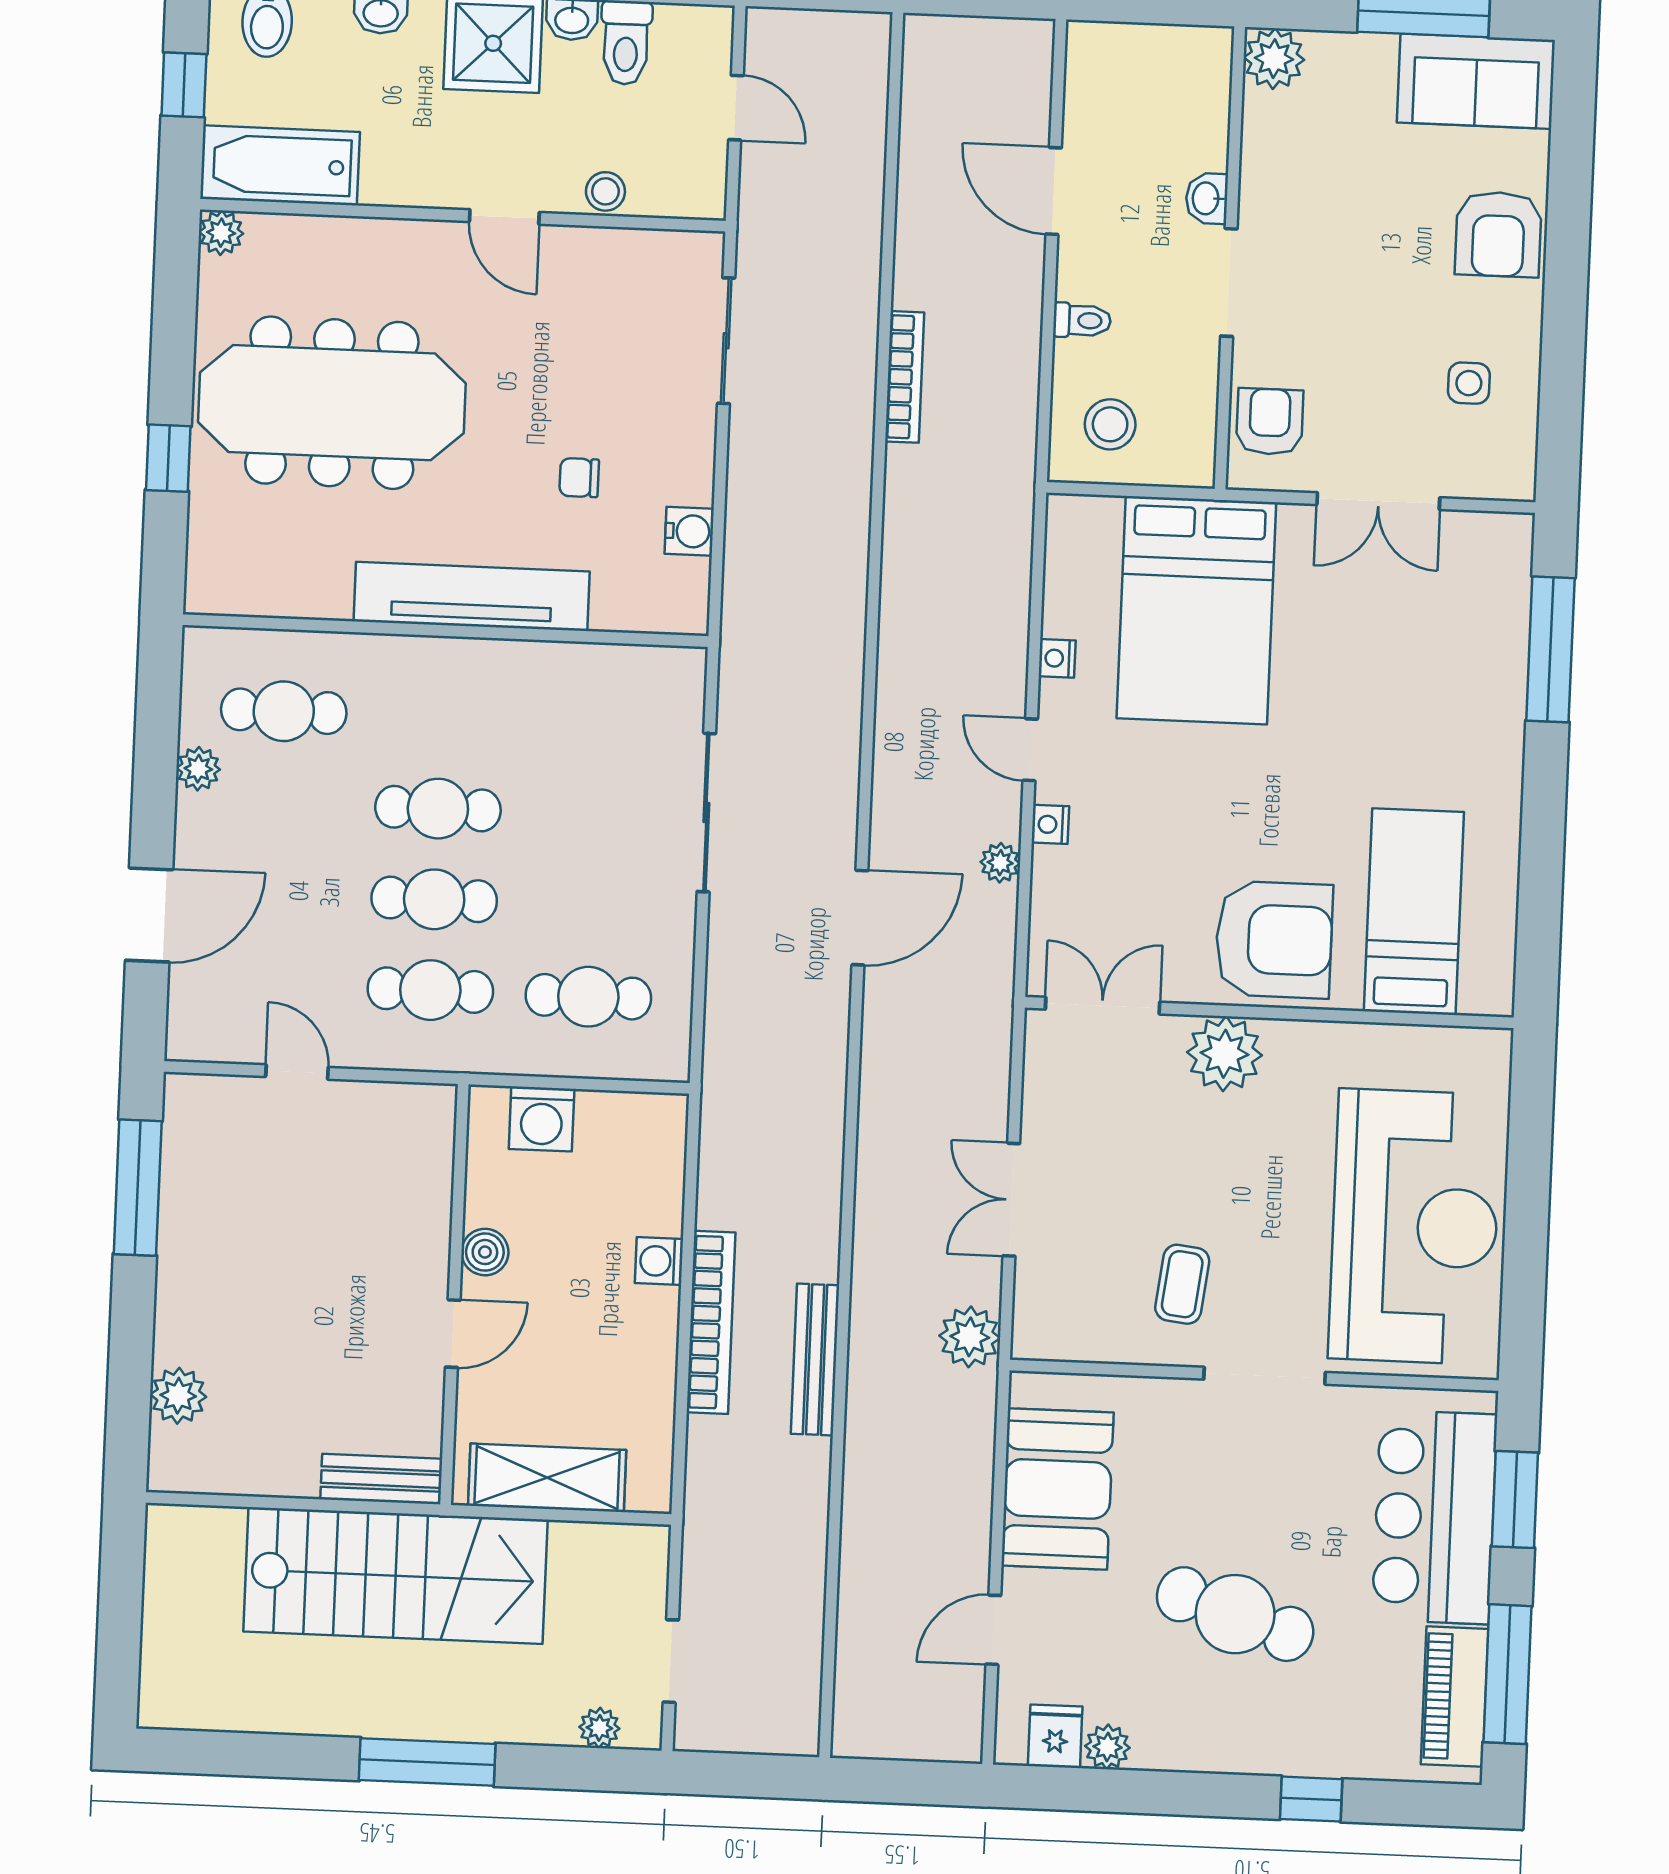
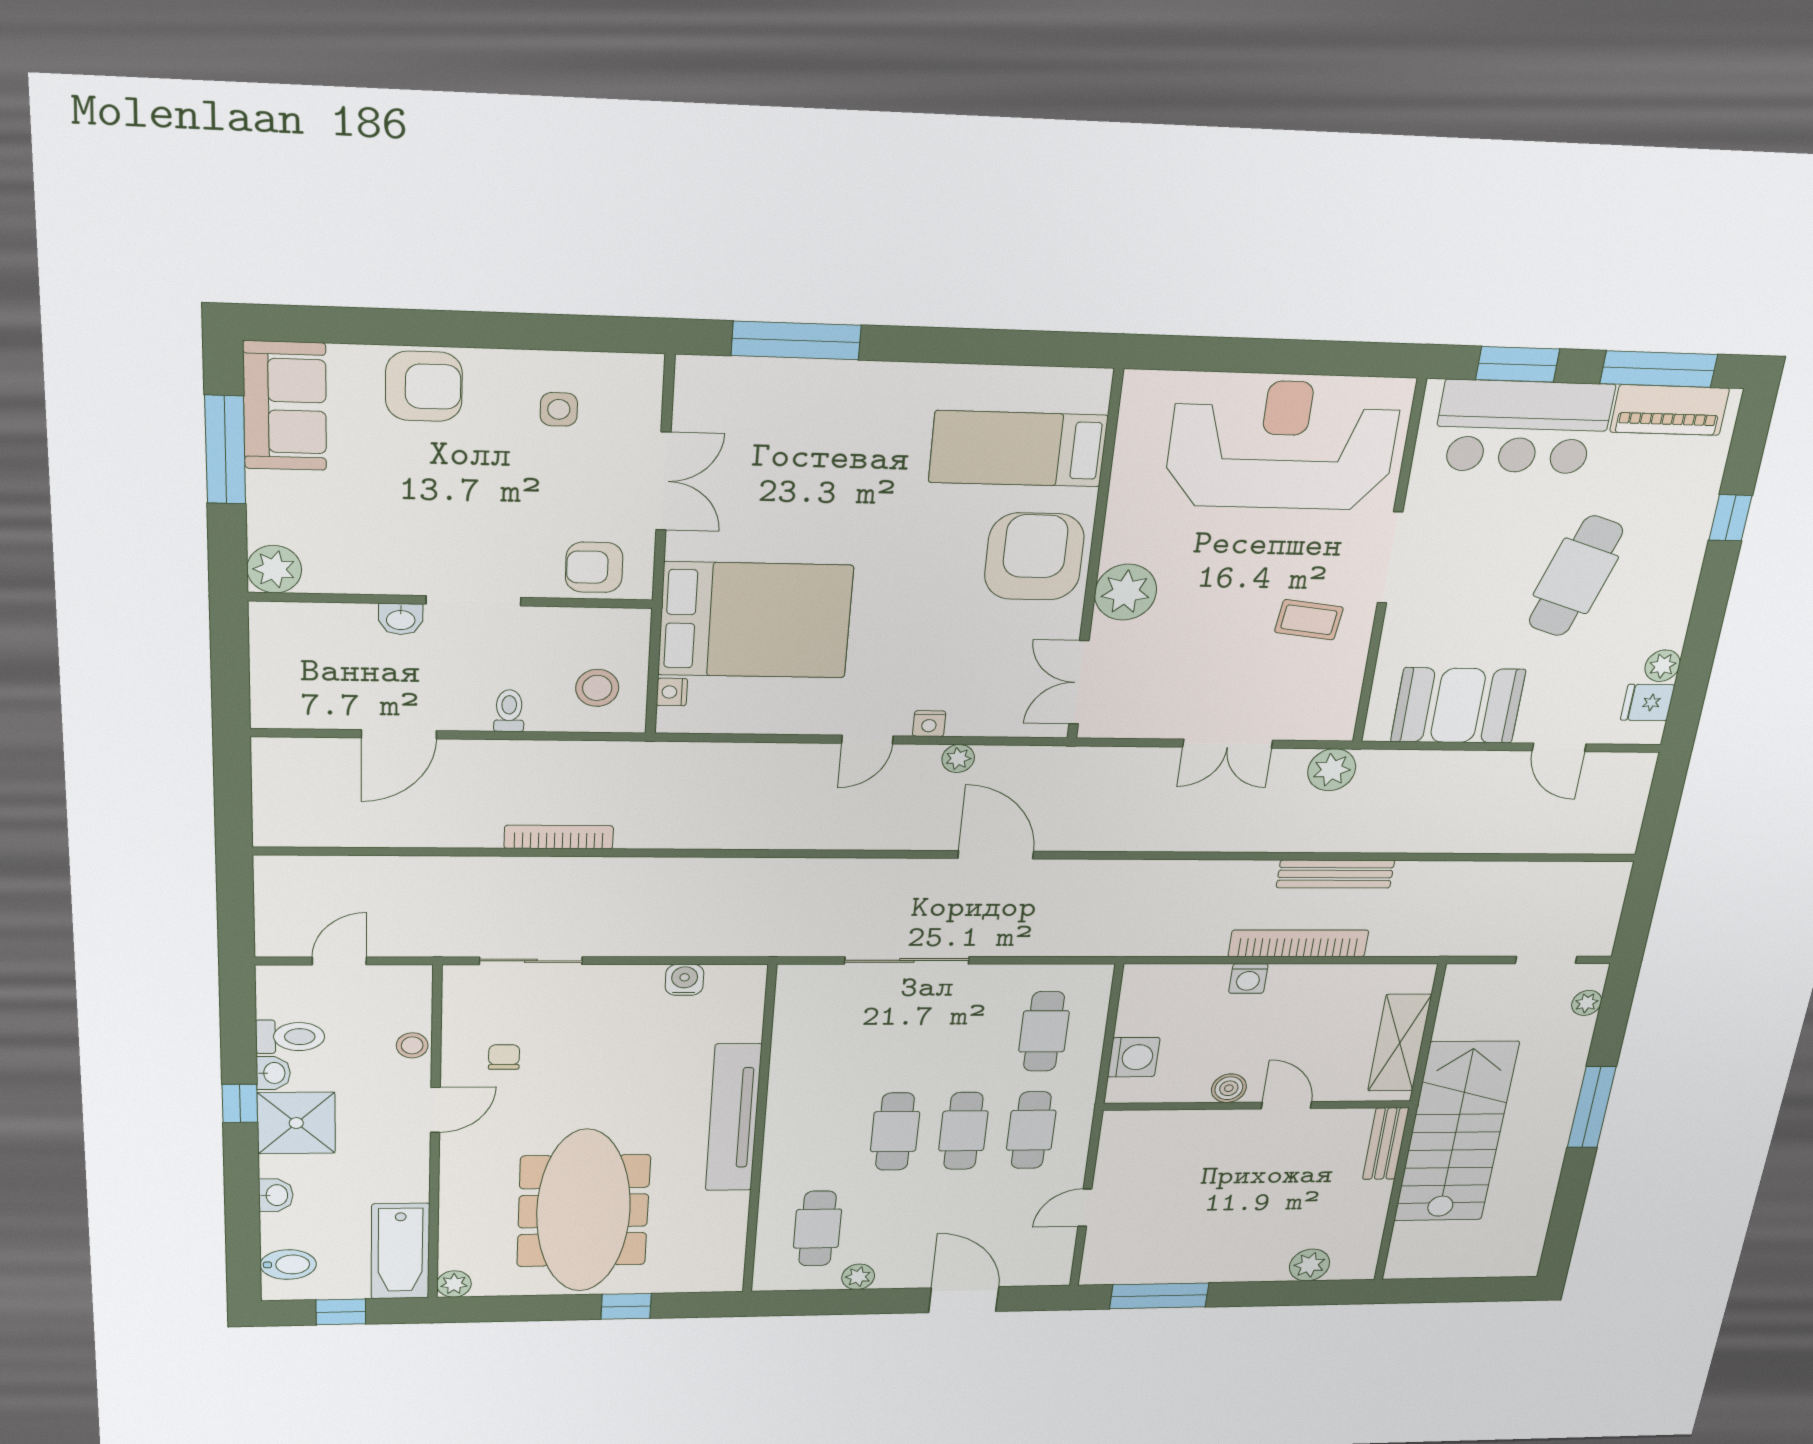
chair: (579, 478) -> (504, 1057), moved, turned 180
nightstand: (1057, 658) -> (672, 692), moved, turned 90

